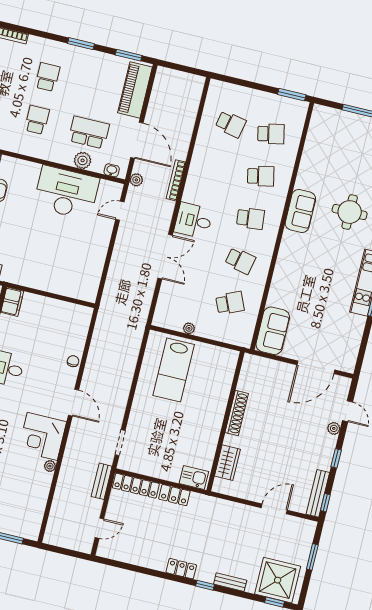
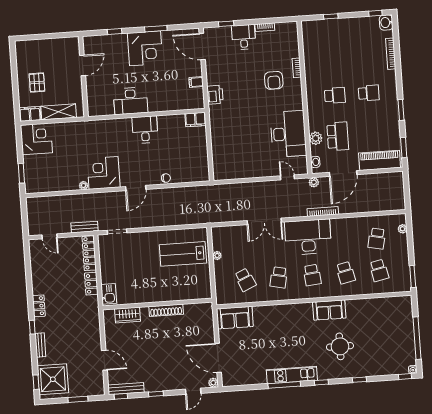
plant: (229, 89) -> (402, 229), added
desk: (193, 221) -> (308, 237), width x1.87, depth x1.30
plant: (334, 428) -> (213, 383), moved

